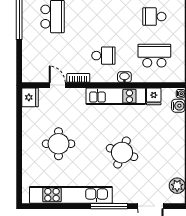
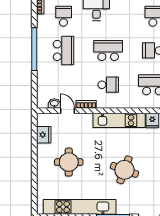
school desk: (103, 17) -> (108, 50), added
washbasin: (124, 77) -> (54, 103), moved
fridge: (30, 97) -> (44, 135), moved

